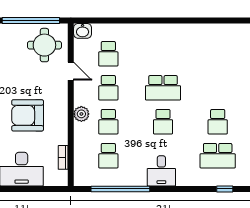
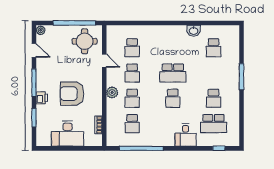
washbasin: (83, 31) -> (194, 31), moved
school desk: (218, 54) -> (214, 48), added
desk: (161, 171) -> (186, 135), moved

